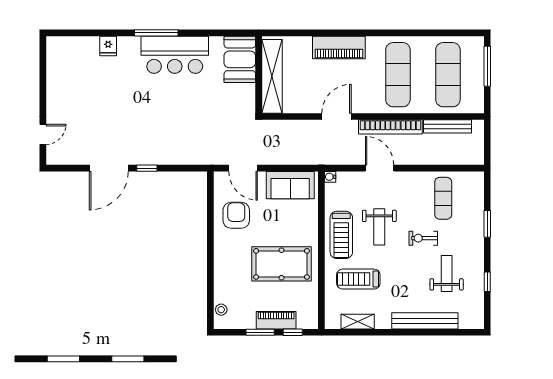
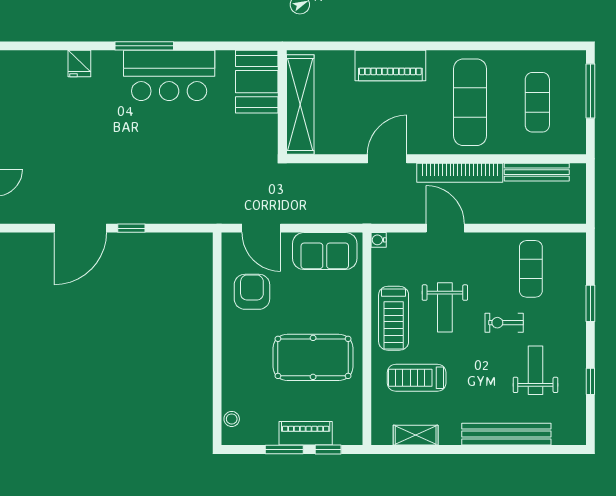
exercise mat: (448, 75) -> (537, 102), width x0.73, depth x0.69

